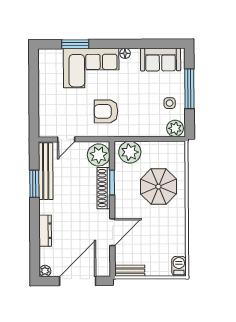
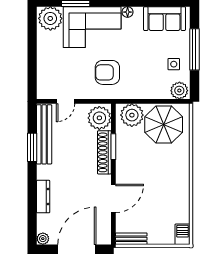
plant: (51, 60) -> (50, 18), added
parasol: (158, 187) -> (164, 124), moved

